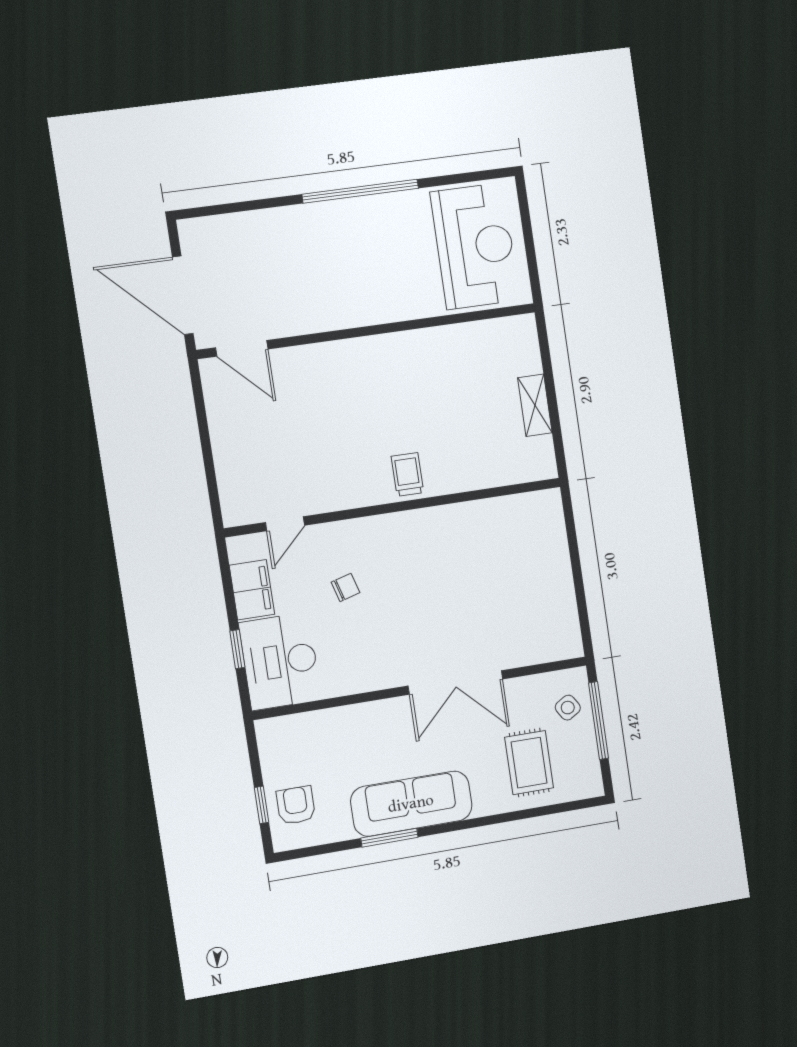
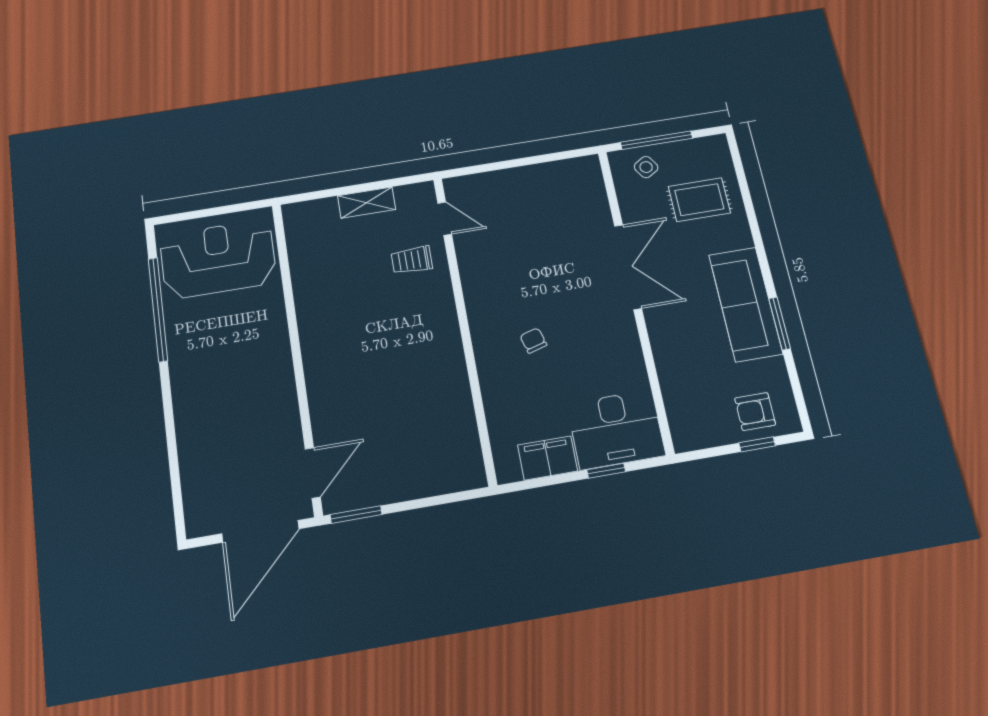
window: (360, 191) -> (158, 309), moved
window: (198, 393) -> (356, 515), added
trolley: (407, 474) -> (412, 260), moved
door: (285, 524) -> (445, 219), moved
chair: (345, 587) -> (533, 340), moved

